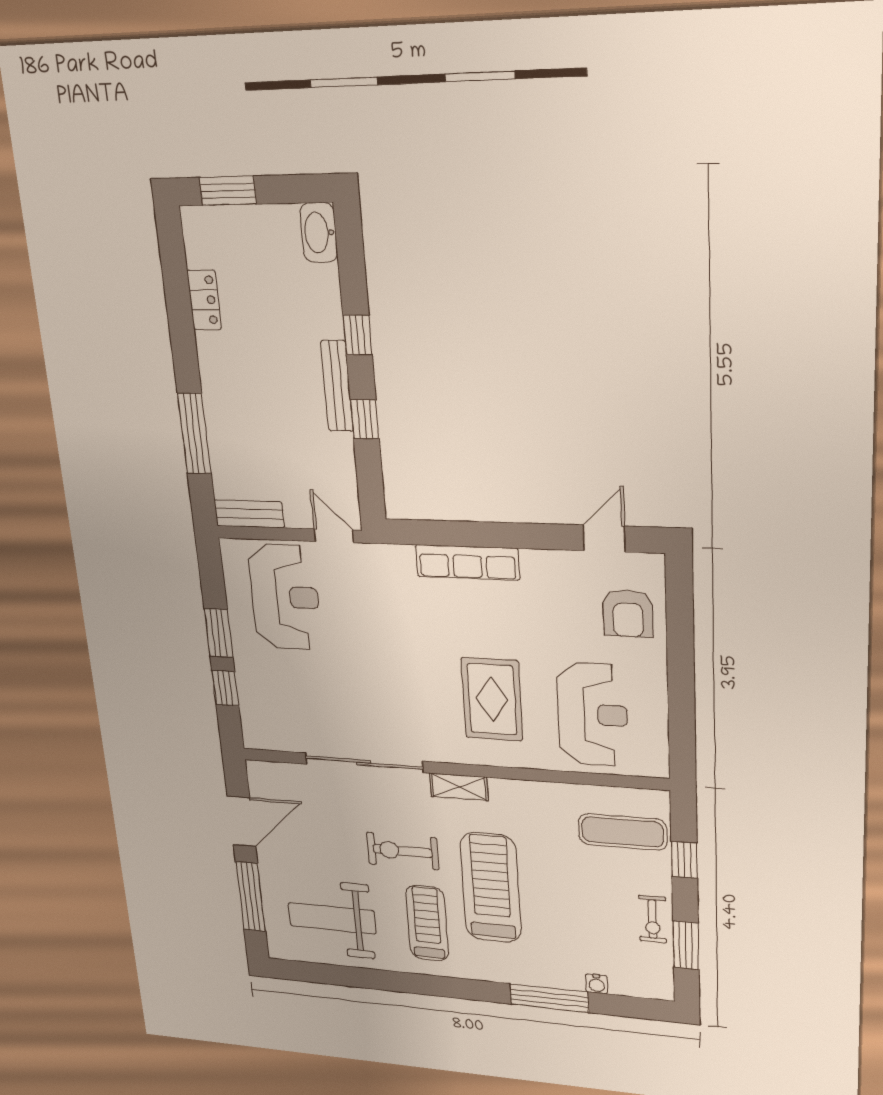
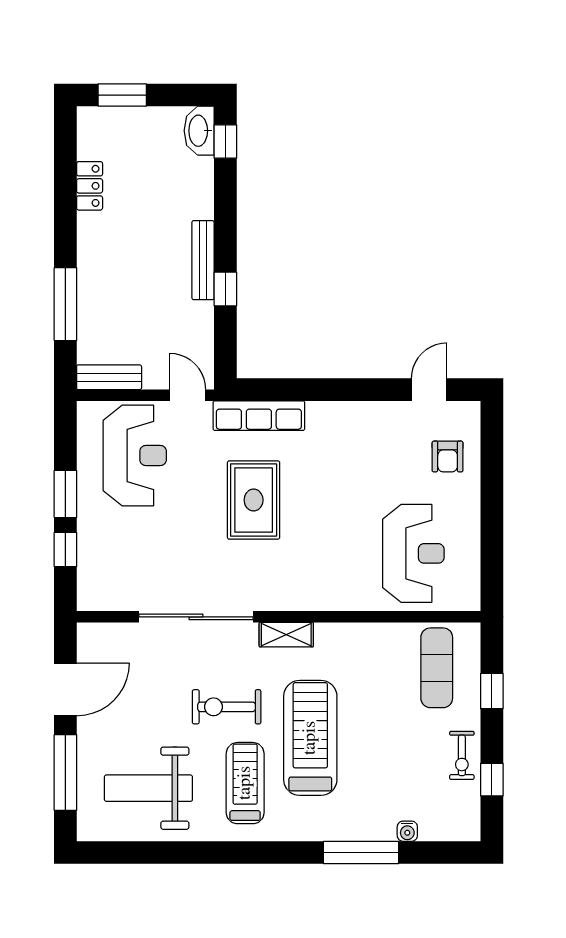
window: (358, 335) -> (225, 141), moved
row of seats: (467, 562) -> (259, 416), moved
armchair: (628, 613) -> (448, 457), width x0.72, depth x0.72
rug: (492, 699) -> (254, 500), moved
exercise mat: (623, 832) -> (437, 668), turned 90
window: (686, 945) -> (492, 780), width x0.67

